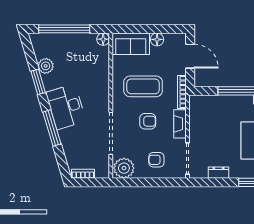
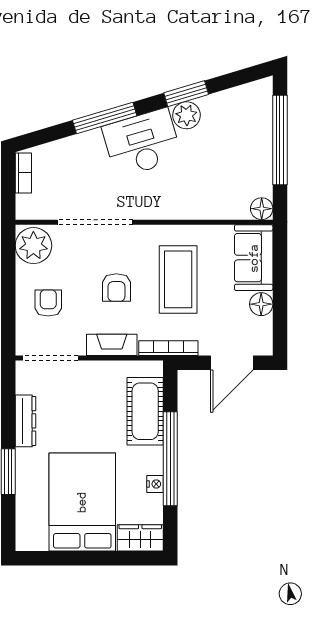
plant: (46, 66) -> (186, 115), moved
cot: (218, 105) -> (145, 411), added
dresser: (219, 173) -> (26, 421), width x1.44

